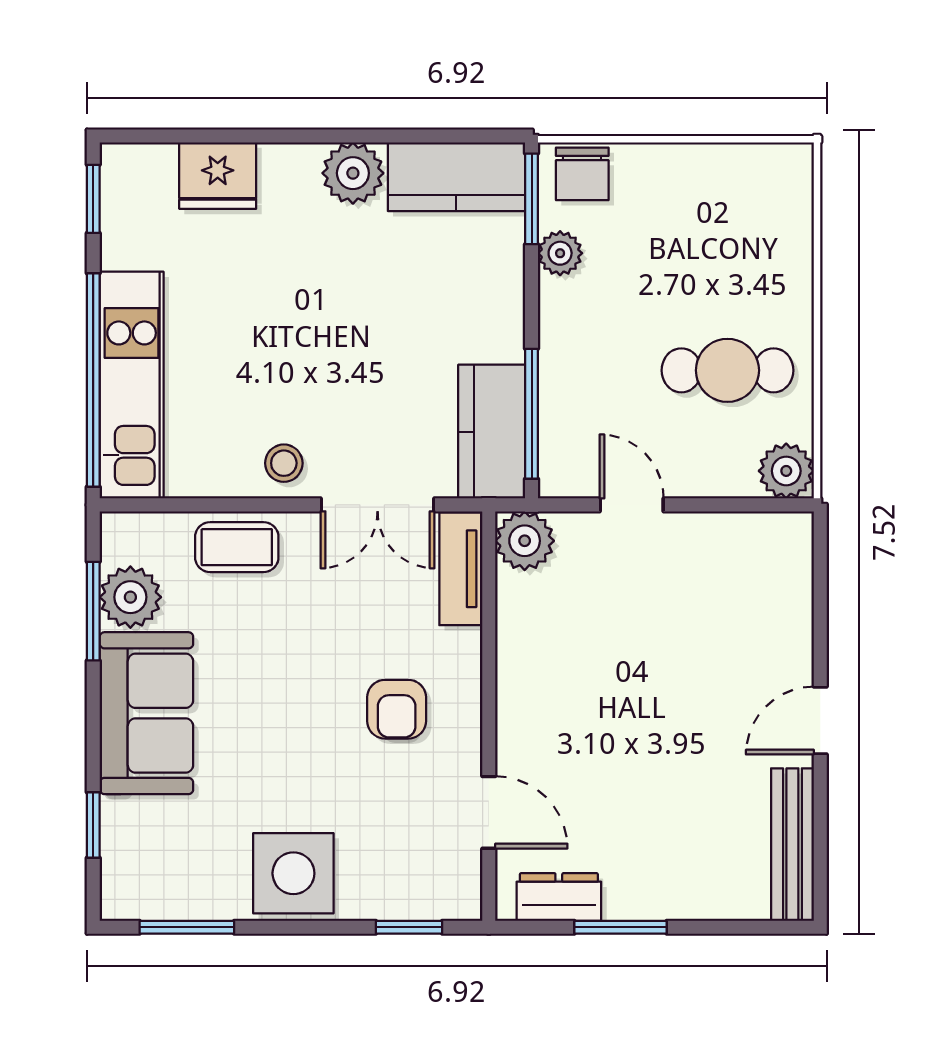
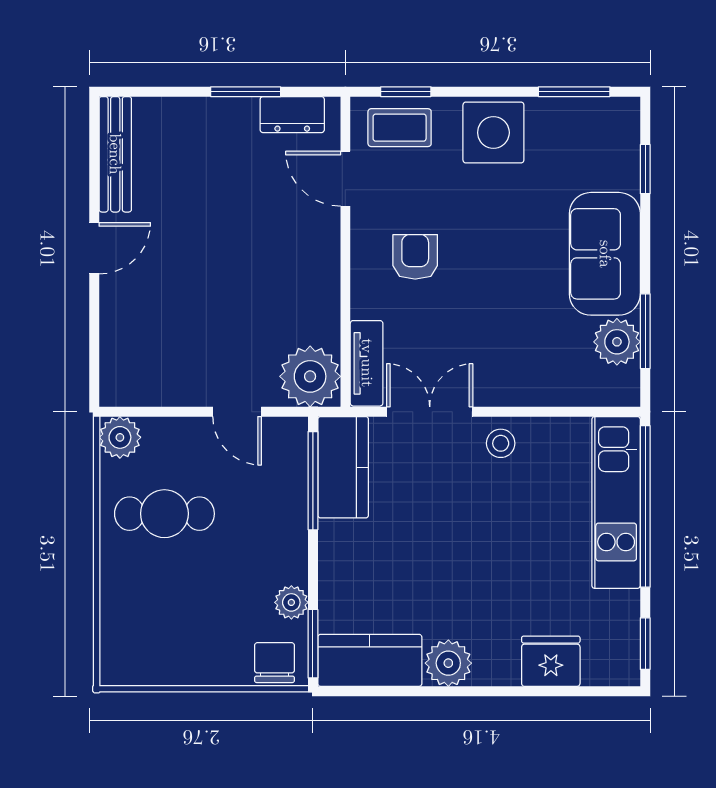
plant: (525, 541) -> (310, 376), width x1.36, depth x1.36
coffee table: (237, 547) -> (400, 128), moved

